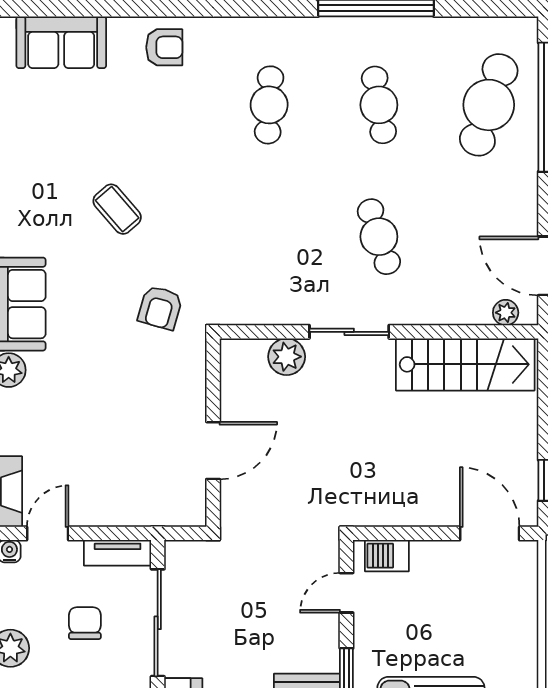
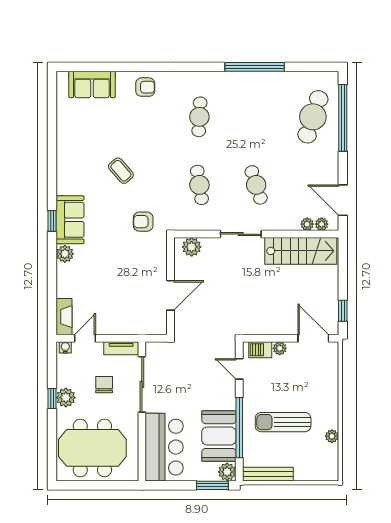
cafe table: (379, 105) -> (199, 185), moved
armchair: (160, 308) -> (143, 222), turned 74
plant: (478, 313) -> (307, 224), added
plant: (287, 357) -> (192, 247), moved
plant: (424, 553) -> (280, 348), added
door: (346, 593) -> (239, 369), hinge flipped

